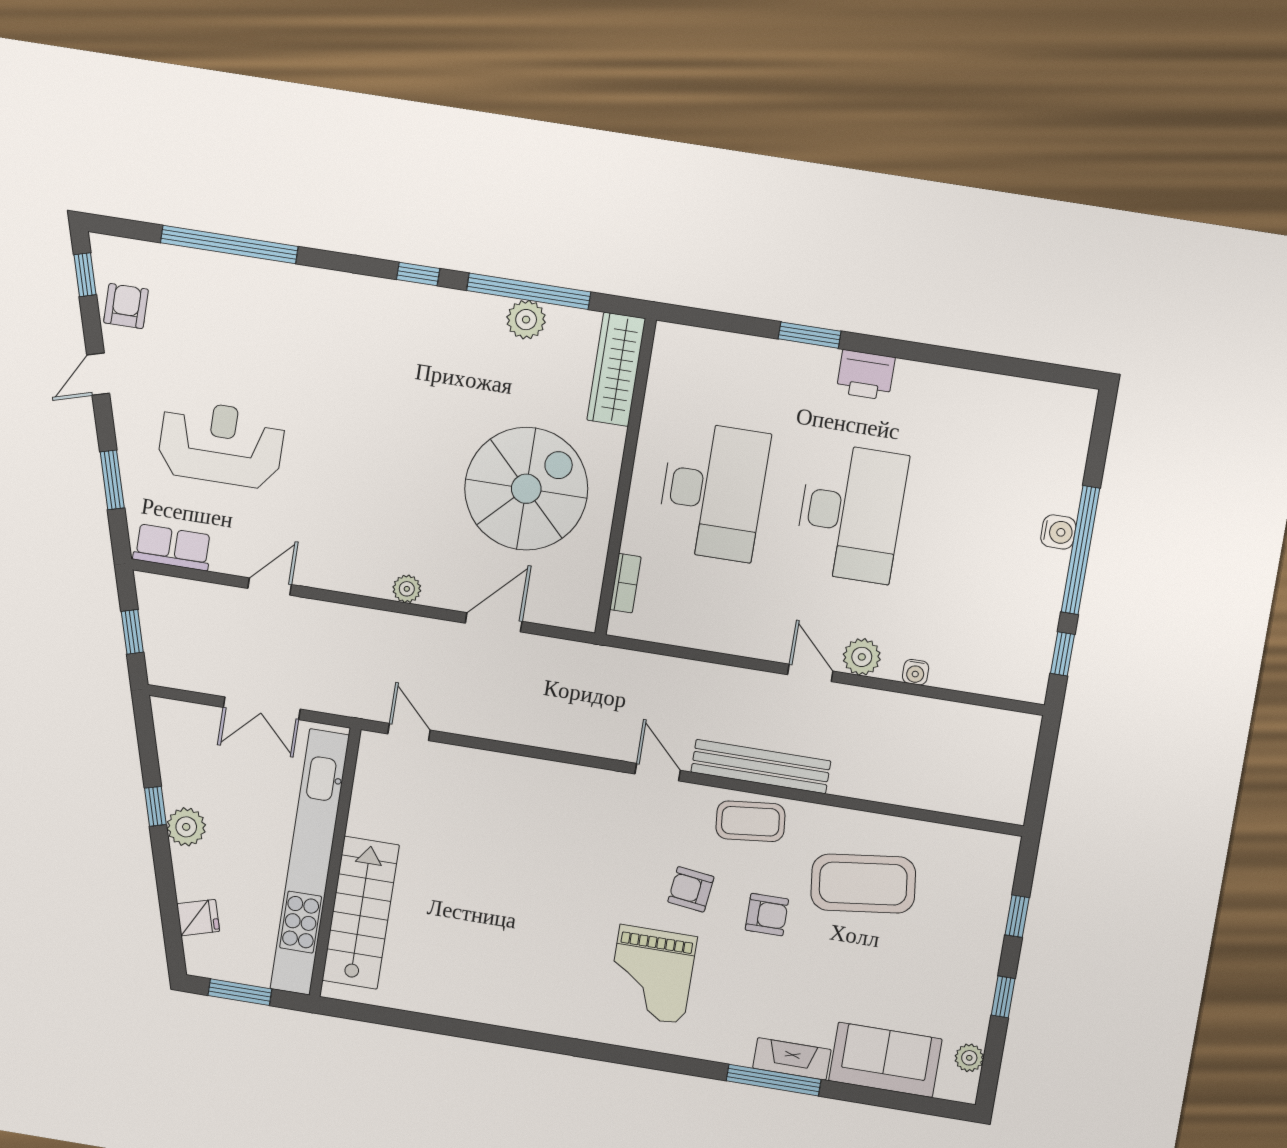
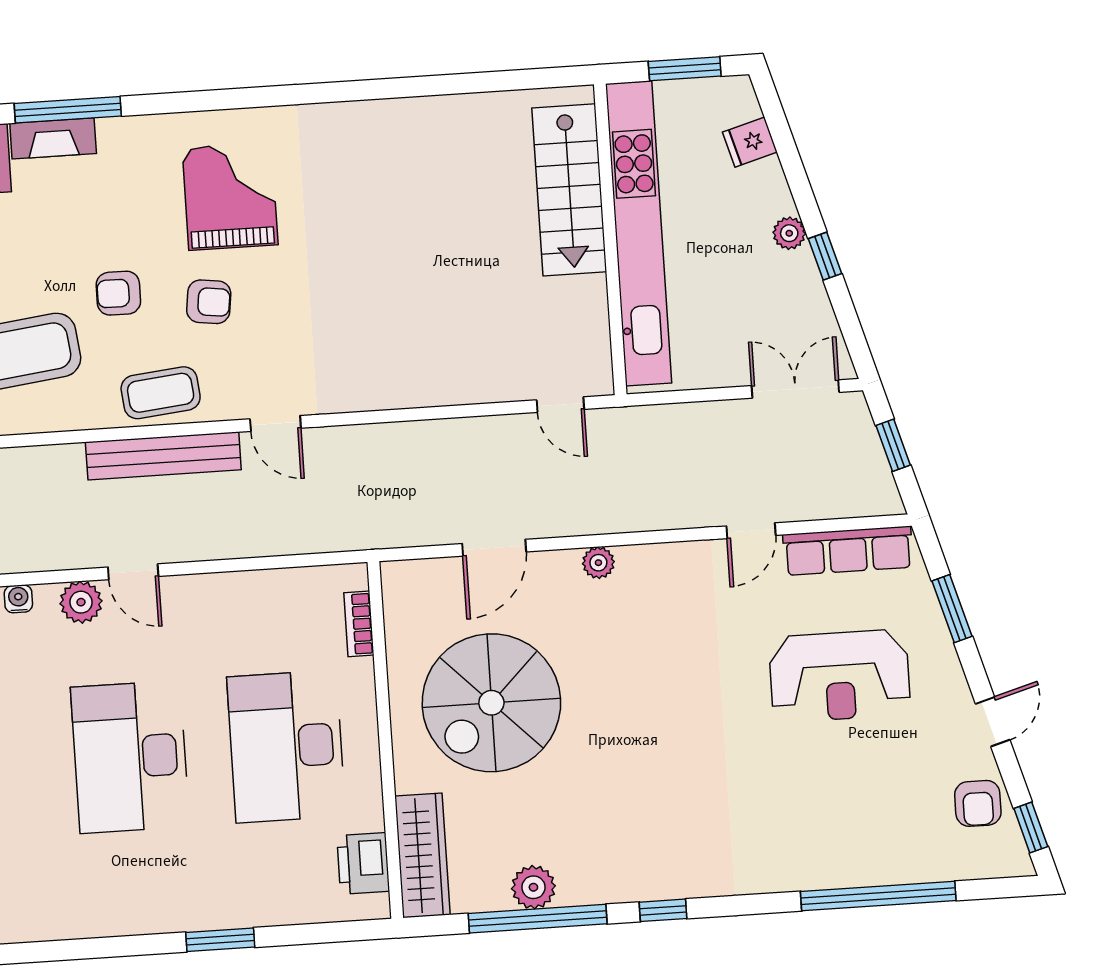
printer: (866, 375) -> (363, 863), moved, turned -90
row of seats: (173, 547) -> (848, 551), width x1.48
double door: (262, 708) -> (795, 389), moved
plant: (186, 827) -> (789, 233), width x0.73, depth x0.73

